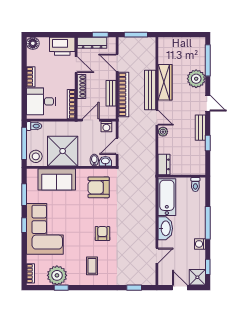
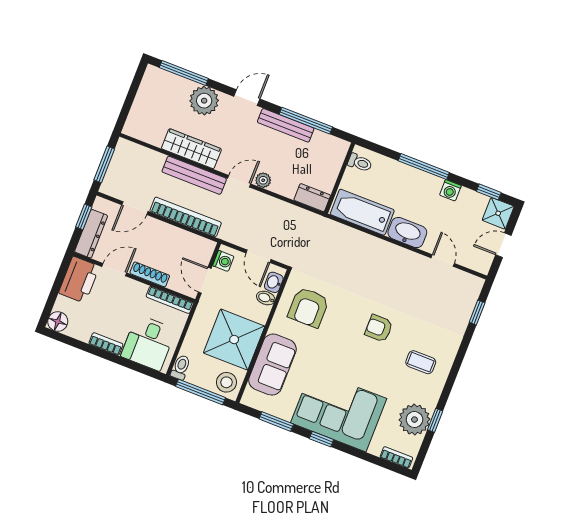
bench: (111, 93) -> (177, 235), removed
bench: (200, 128) -> (286, 125), width x1.36
window: (208, 143) -> (306, 121), width x2.17

